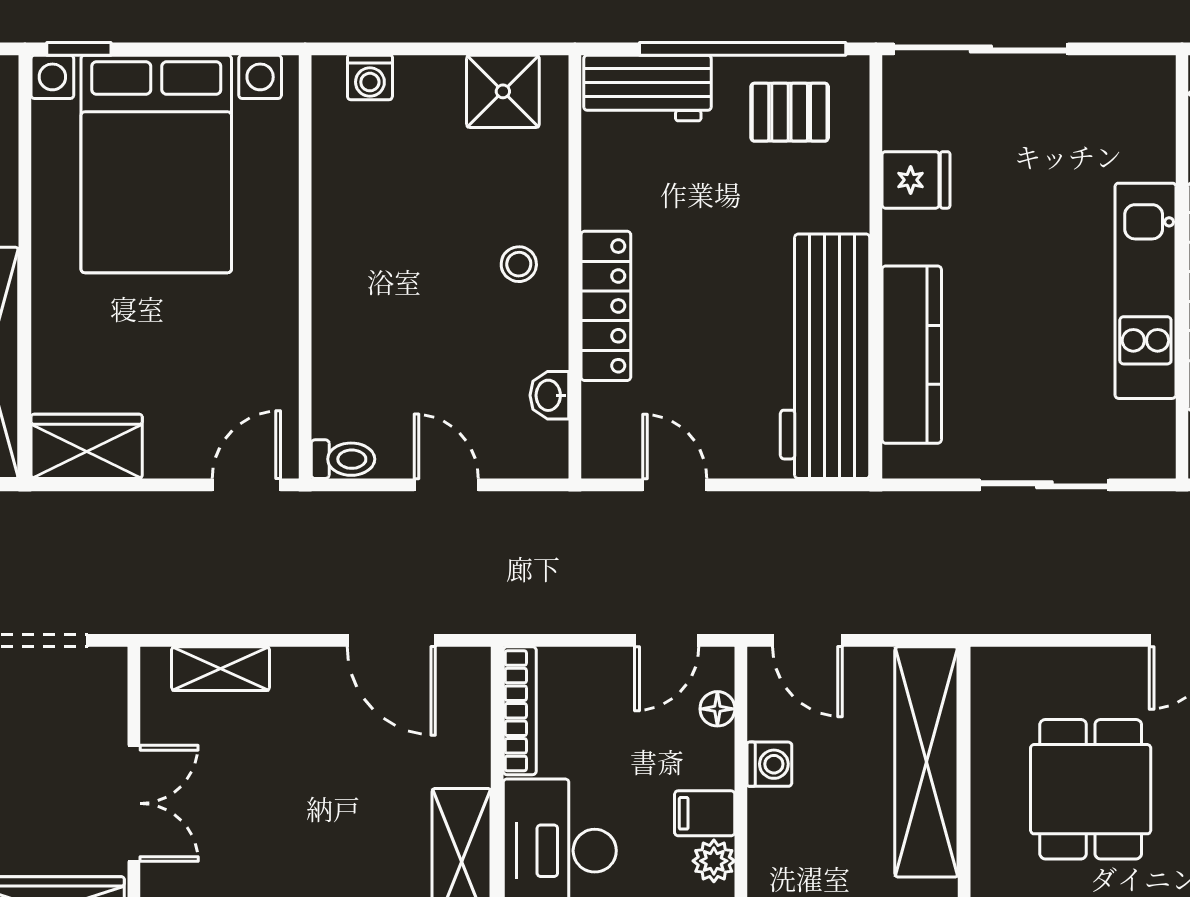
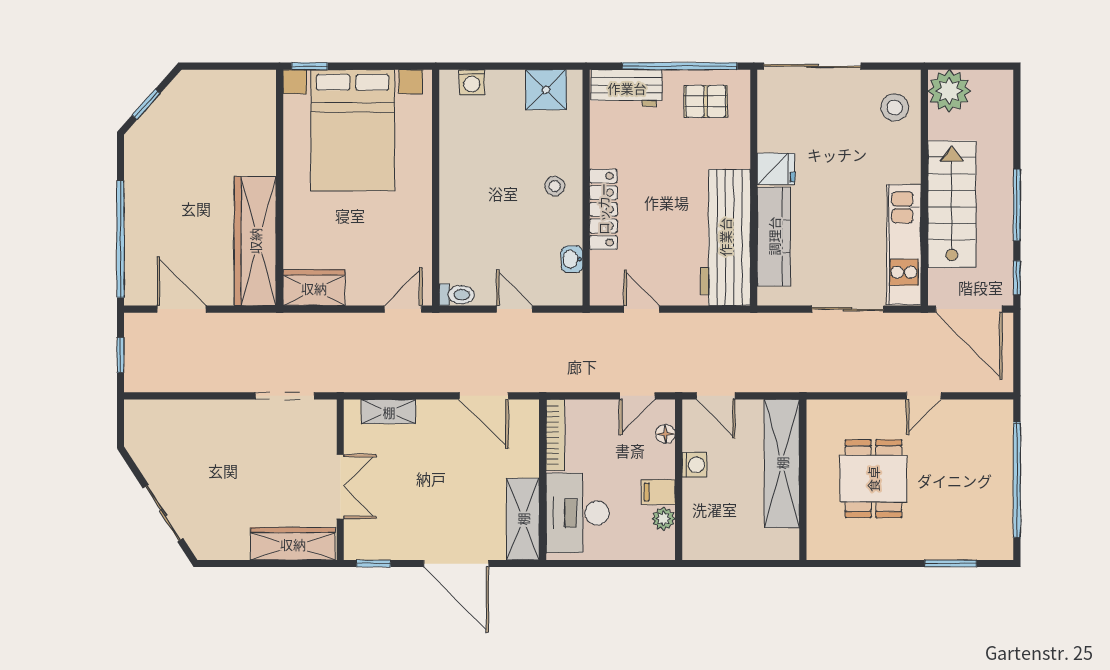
stool: (1129, 123) -> (895, 107), added
fridge: (916, 180) -> (776, 169), moved
kitchen unit: (1145, 291) -> (904, 245), moved

